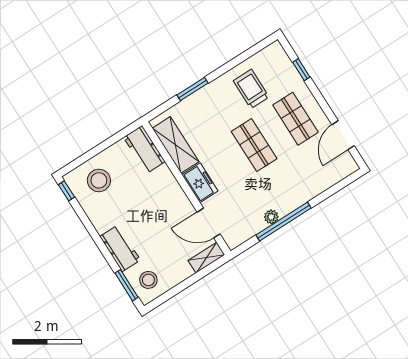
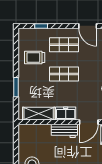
workbench: (144, 149) -> (64, 131), moved

